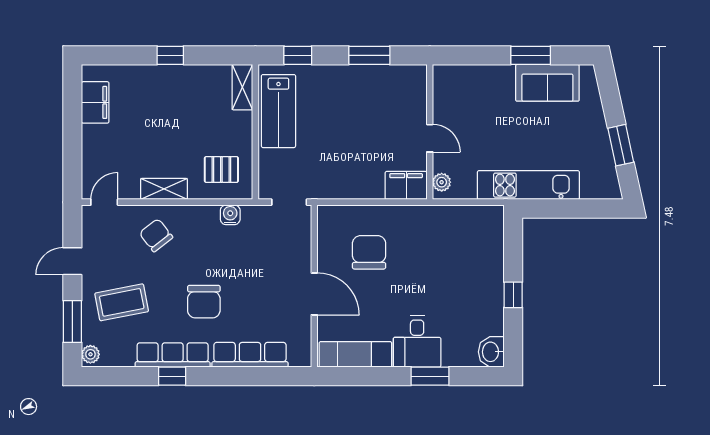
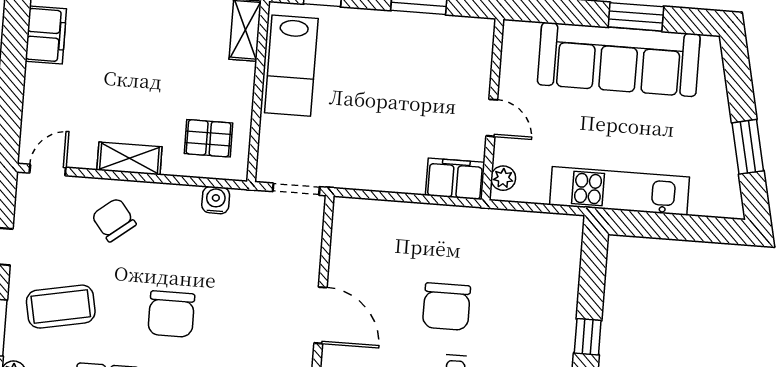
sofa: (547, 83) -> (619, 59), width x1.85, depth x1.27
chair: (369, 252) -> (446, 307), moved, turned 180

